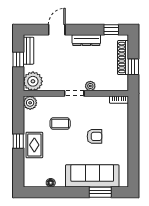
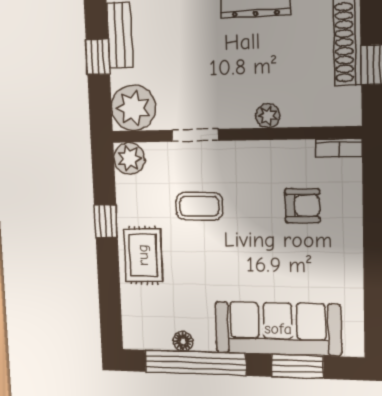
doorway: (74, 93) -> (195, 135), moved
armchair: (94, 136) -> (302, 206), moved
window: (18, 141) -> (106, 221), moved
window: (56, 192) -> (195, 363), added

